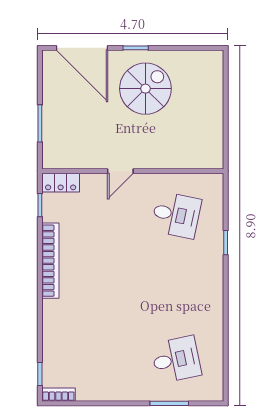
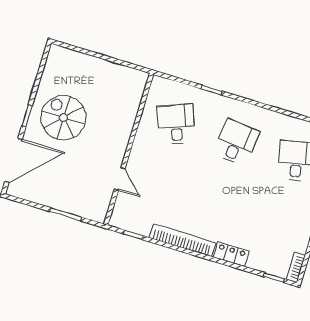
door: (120, 171) -> (120, 179), moved
locker: (61, 183) -> (231, 254), moved, turned -90
desk: (176, 215) -> (176, 124), turned -33
desk: (176, 287) -> (236, 142), added

